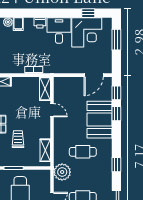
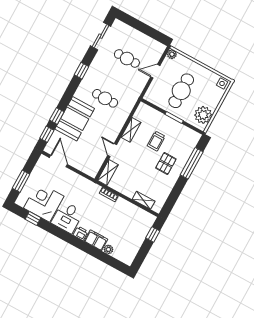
filing cabinet: (18, 24) -> (96, 240), width x2.00
door: (94, 75) -> (58, 161), hinge flipped
shelving: (45, 150) -> (131, 130), moved
plant: (62, 172) -> (133, 90), removed

